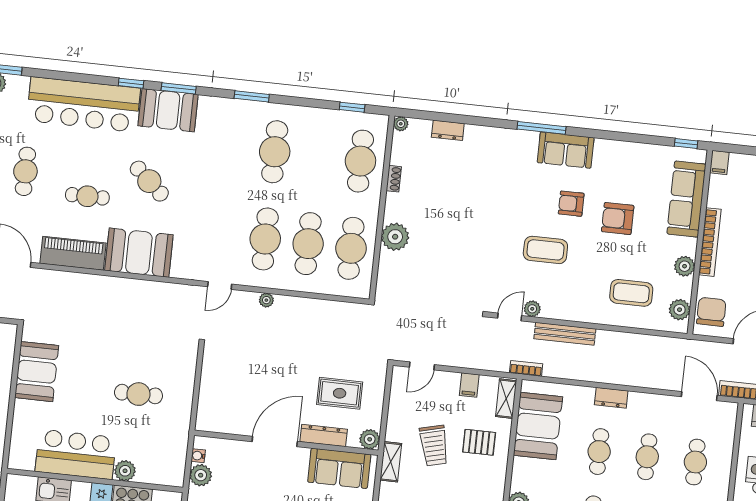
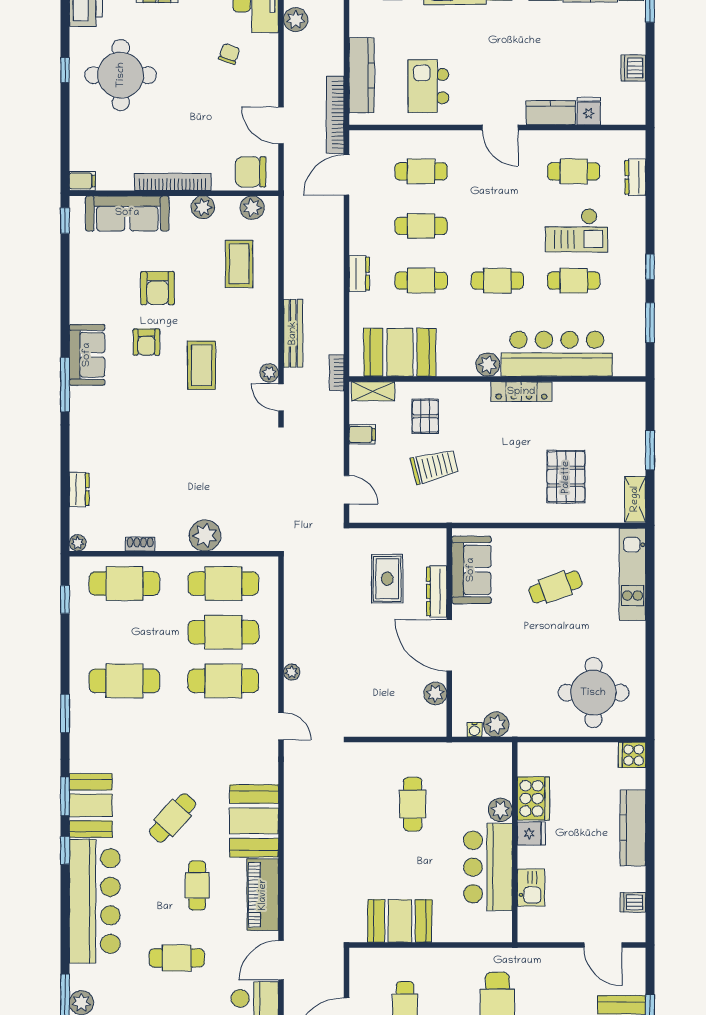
plant: (370, 439) -> (435, 693), moved
shelving: (391, 462) -> (458, 513), removed

